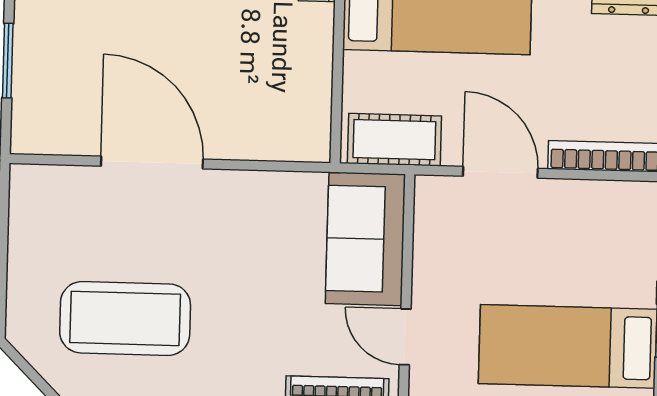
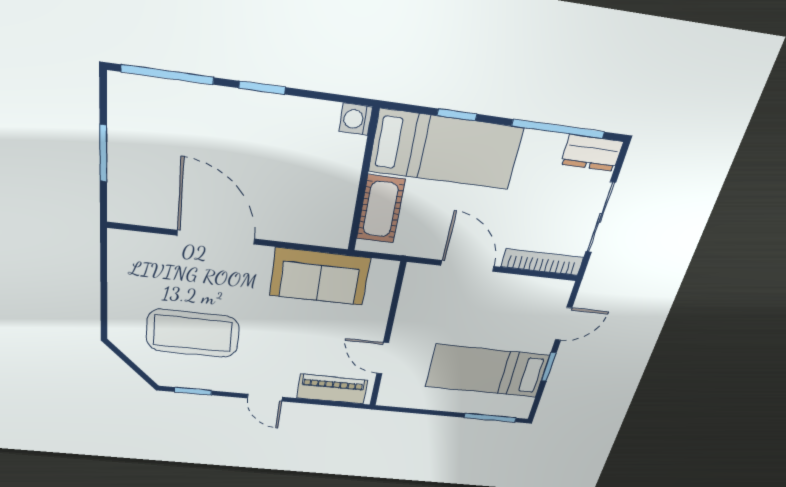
cot: (394, 140) -> (381, 209), moved, turned 90
sofa: (365, 239) -> (320, 277), moved, turned -90

